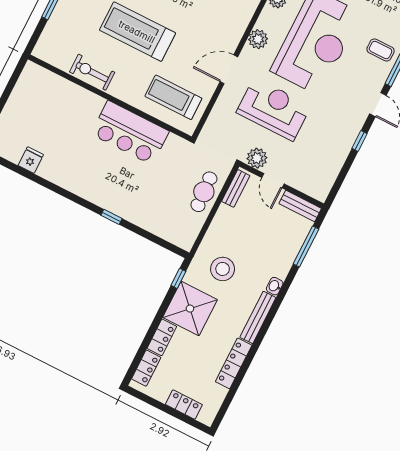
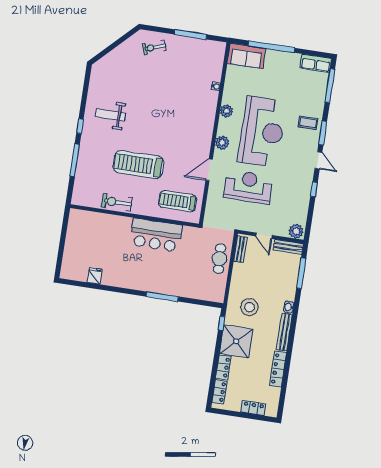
plant: (257, 158) -> (296, 231), moved
window: (111, 217) -> (162, 297), width x2.17

